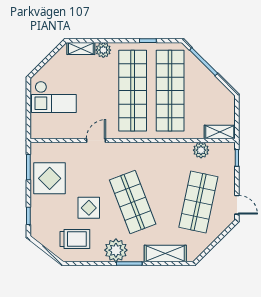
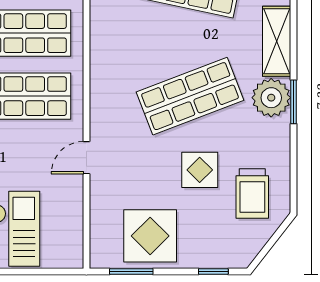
door: (96, 140) -> (86, 158), hinge flipped
trolley: (75, 239) -> (252, 193), turned 180
plant: (116, 250) -> (271, 98), moved

